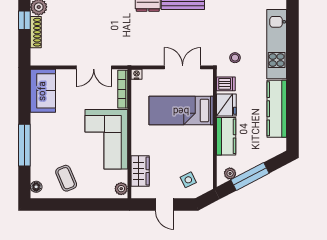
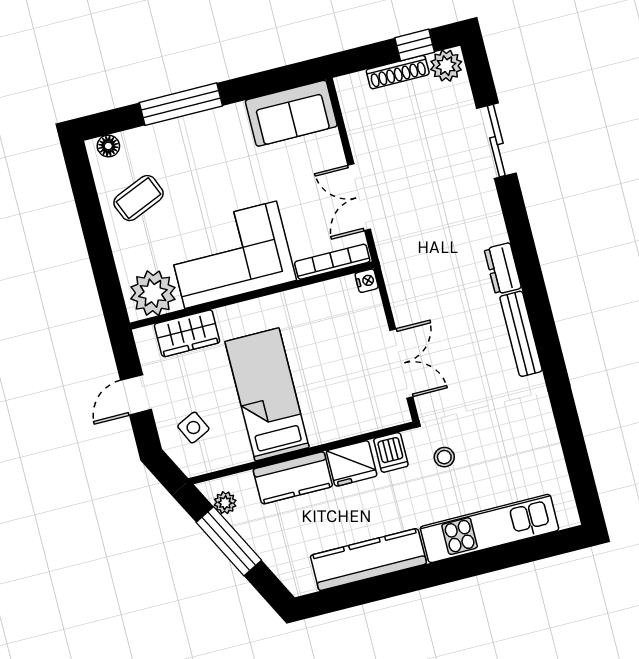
bed: (181, 110) -> (267, 394), moved
plant: (121, 189) -> (153, 293), width x1.87, depth x1.87

